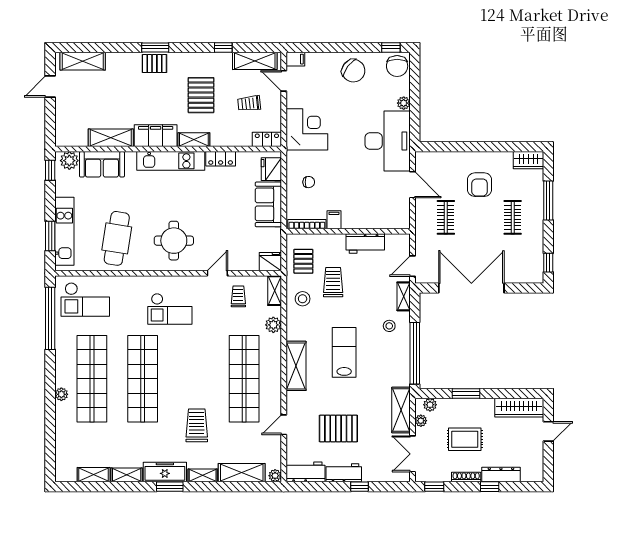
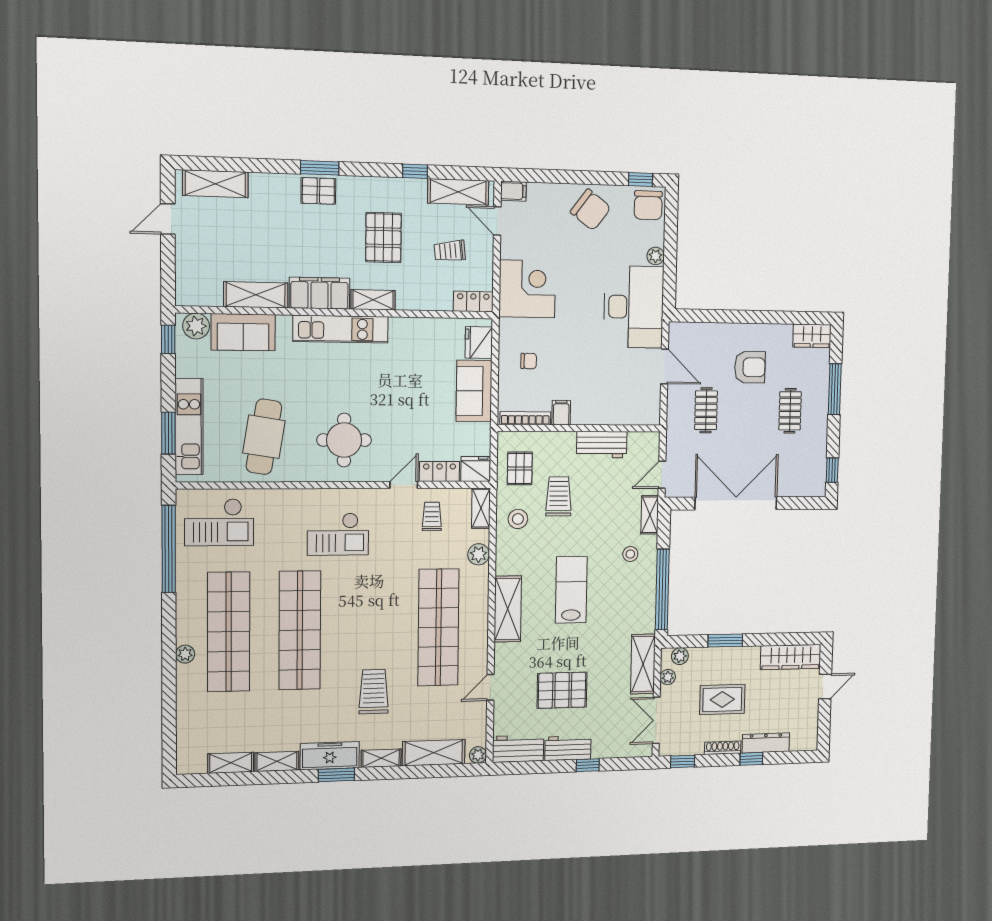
locker: (221, 159) -> (440, 472), moved, turned 180
armchair: (480, 185) -> (750, 367), turned -90

